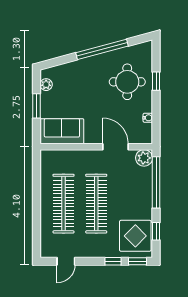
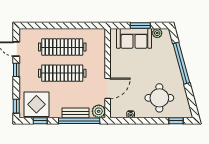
window: (102, 49) -> (181, 63), moved
window: (156, 81) -> (176, 121), moved
sofa: (62, 131) -> (134, 38), moved, turned 90
bench: (146, 187) -> (76, 113), added
window: (113, 261) -> (16, 70), moved

